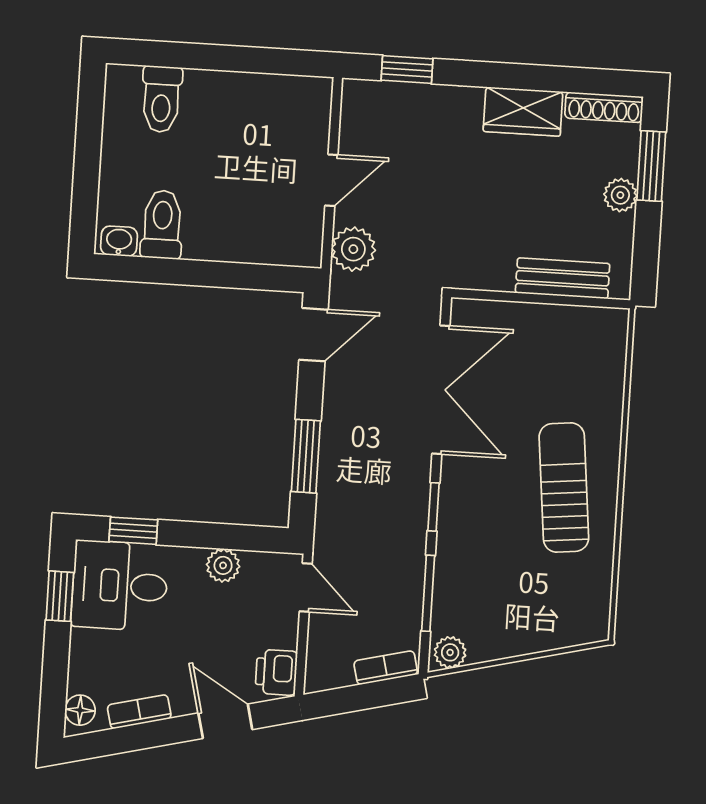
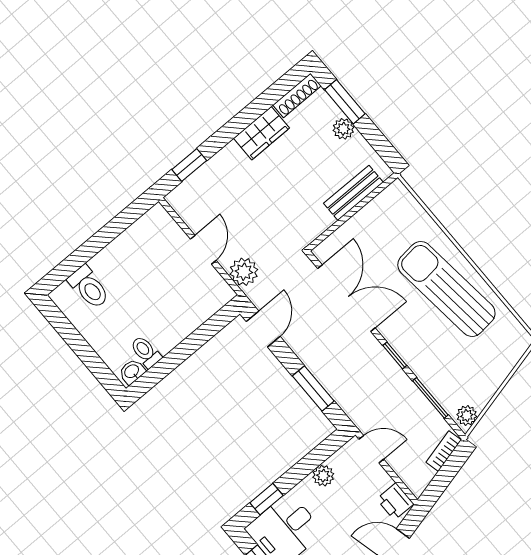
toilet: (162, 225) -> (146, 352), width x0.73, depth x0.72
sun lounger: (564, 487) -> (446, 289), width x1.36, depth x1.34

